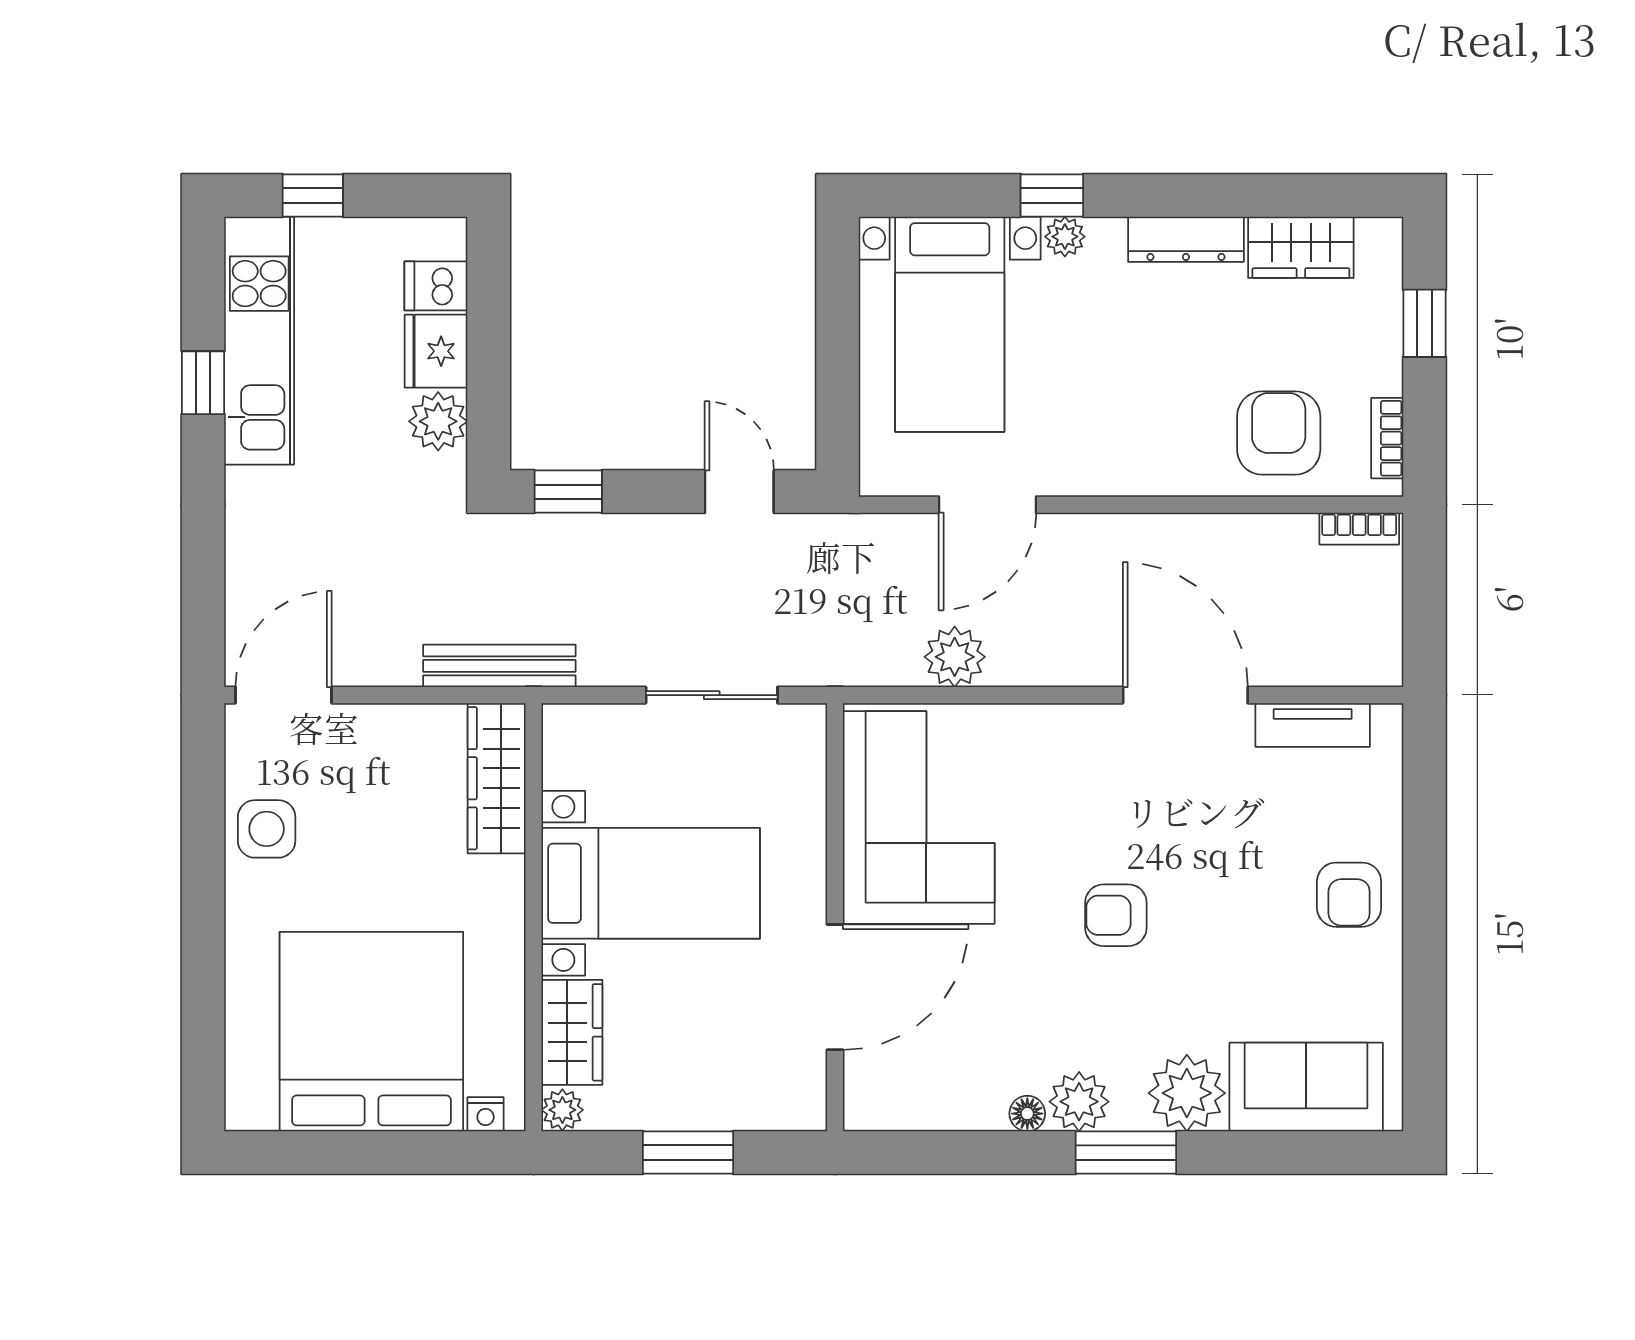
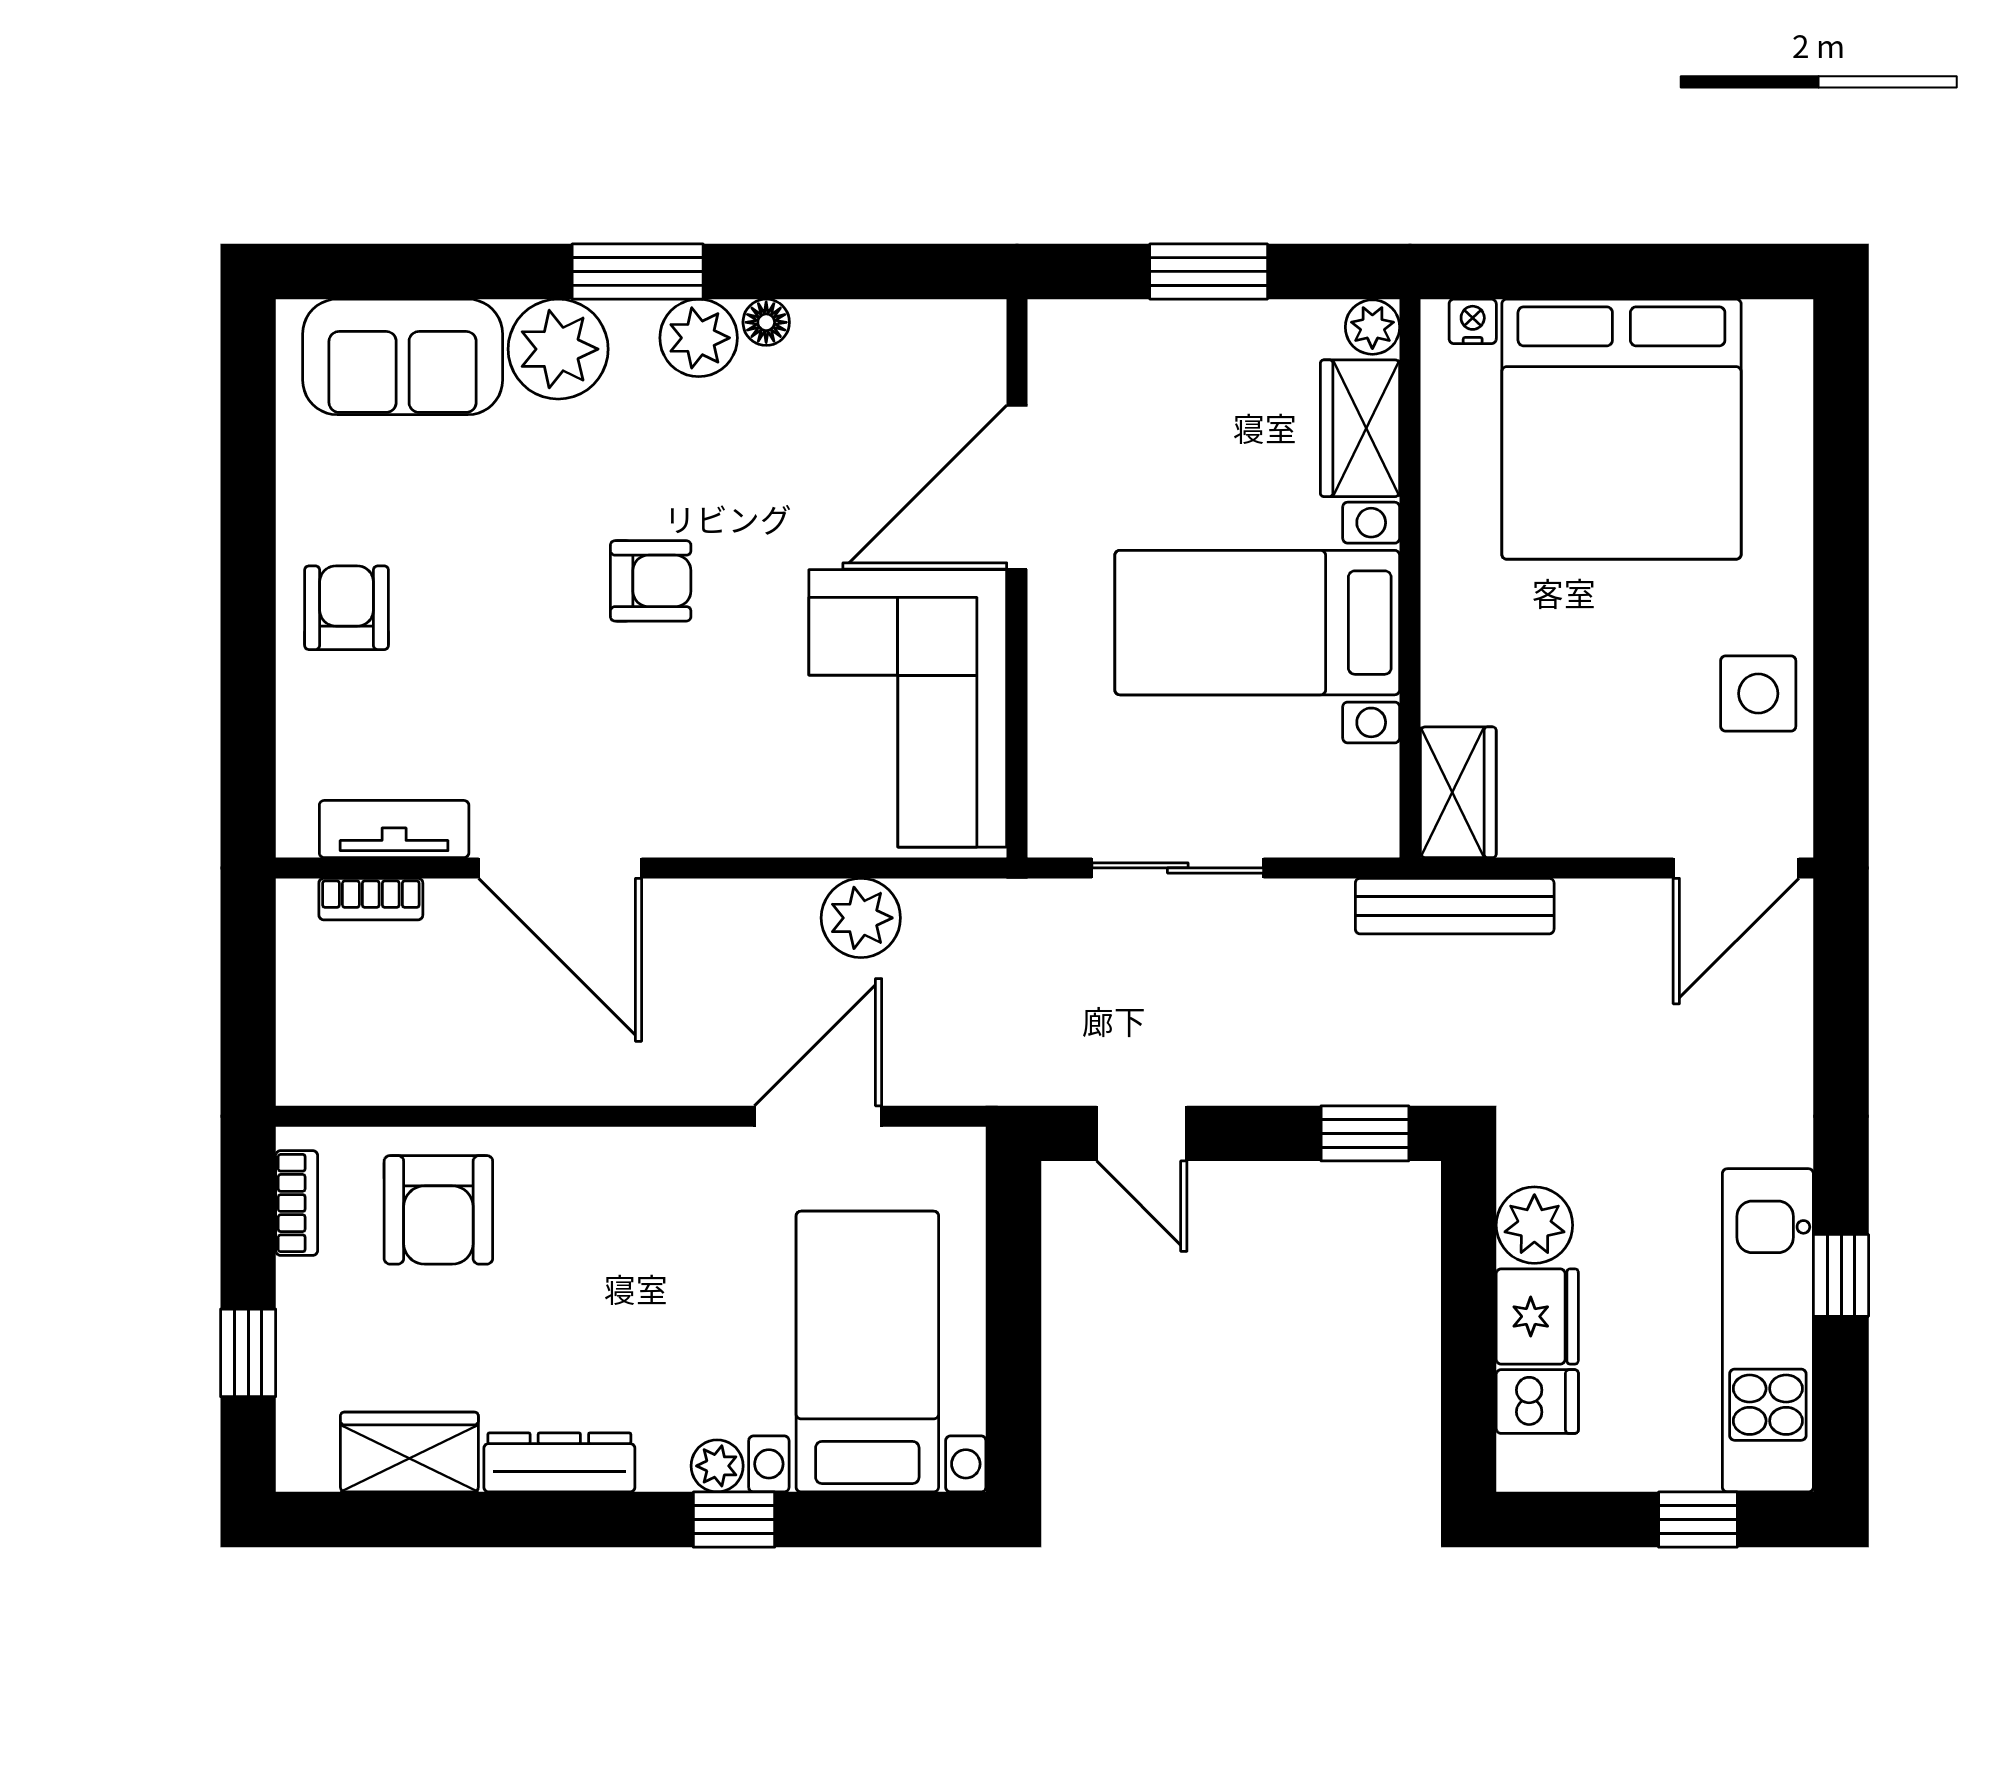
bookcase: (1359, 529) -> (371, 899), moved, turned 180
wardrobe: (497, 778) -> (1458, 792), width x0.67

